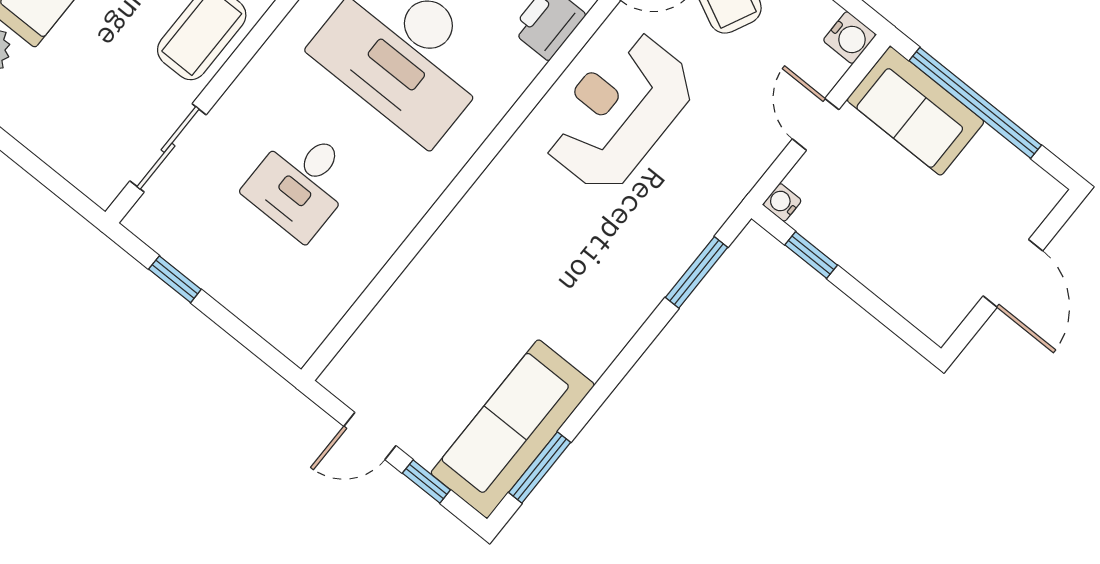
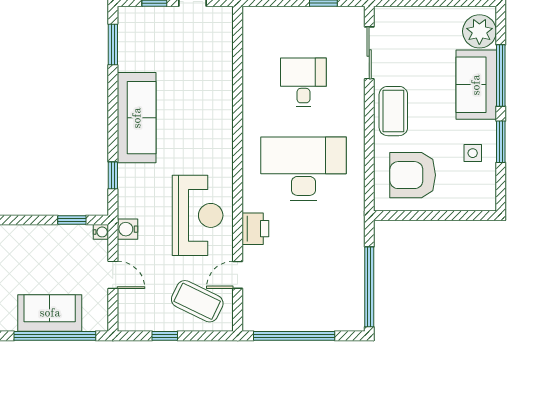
water cooler: (850, 38) -> (127, 229), moved
sofa: (916, 111) -> (50, 313), moved
window: (697, 272) -> (113, 175), width x0.67
sofa: (513, 429) -> (137, 118), moved

